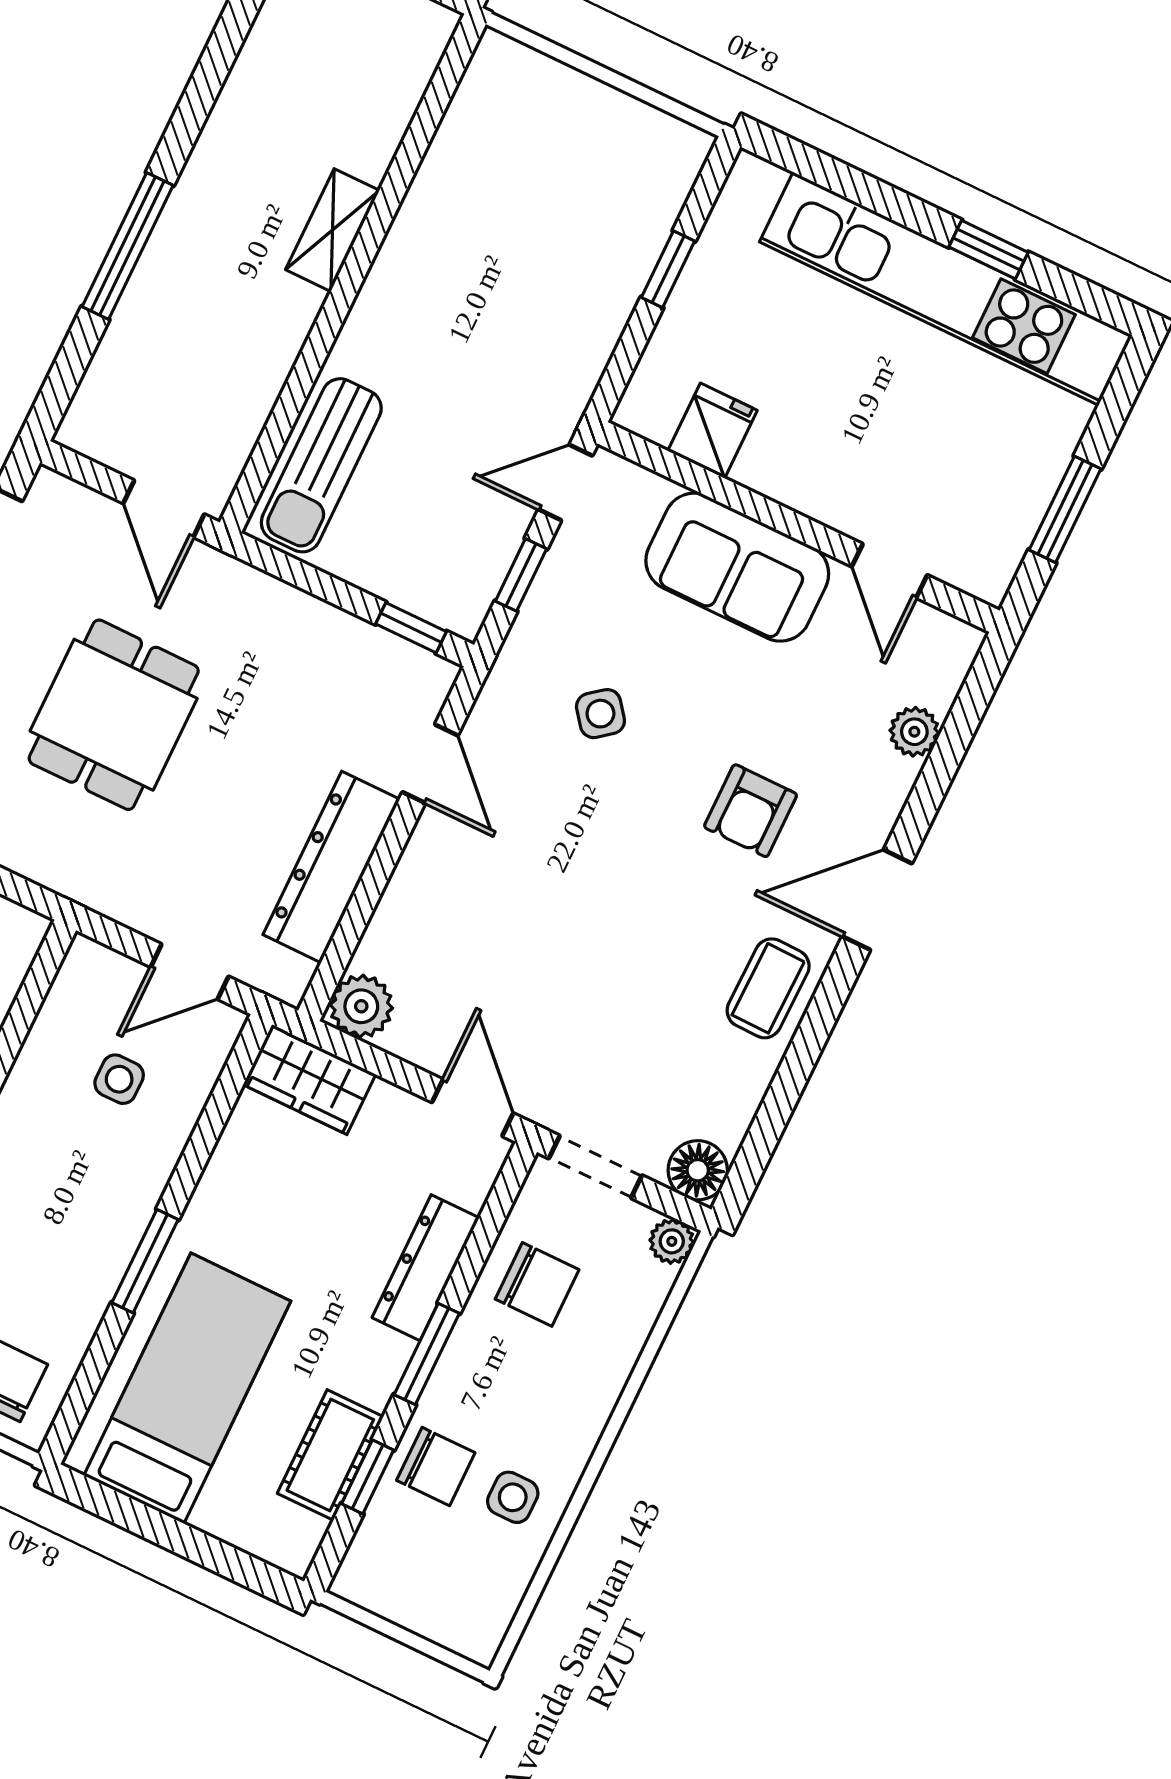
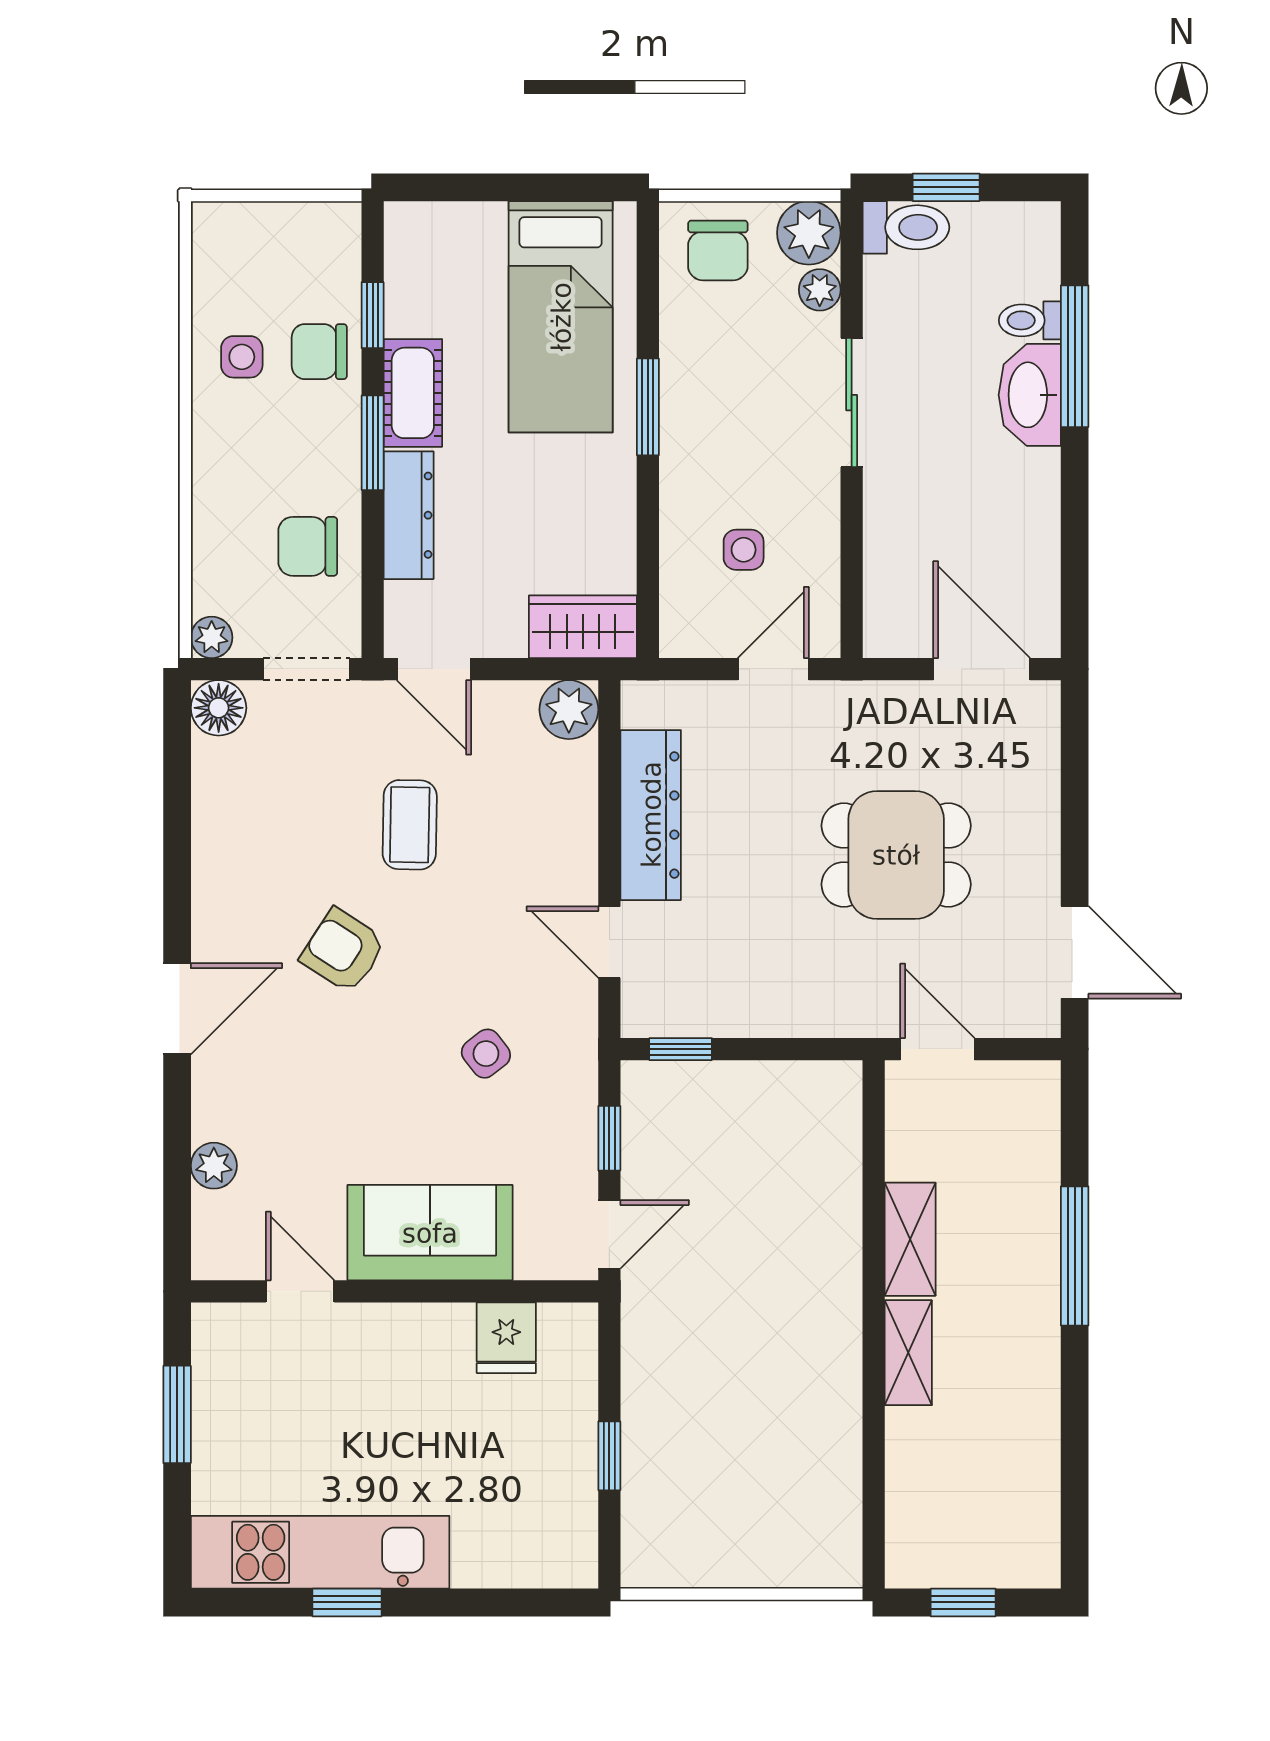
kitchen unit: (946, 289) -> (320, 1552), width x0.73
shelving: (278, 338) -> (910, 1239), added
sun lounger: (321, 465) -> (822, 1150), removed
dining table: (114, 715) -> (896, 855), turned 90
armchair: (751, 811) -> (343, 951), moved, turned -57
door: (190, 972) -> (773, 669), moved
coffee table: (768, 988) -> (410, 825), moved
cot: (330, 1455) -> (413, 393), moved

